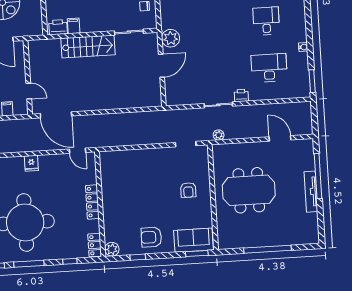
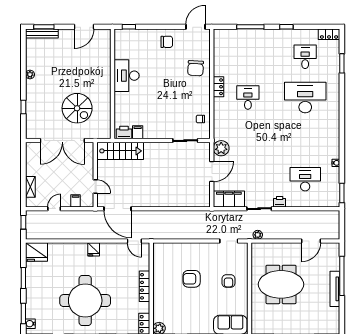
desk: (266, 21) -> (305, 138), removed
stairs: (88, 46) -> (120, 151), moved
filing cabinet: (183, 96) -> (229, 199), added
door: (280, 138) -> (311, 241), swing flipped
armchair: (151, 237) -> (192, 279), moved

